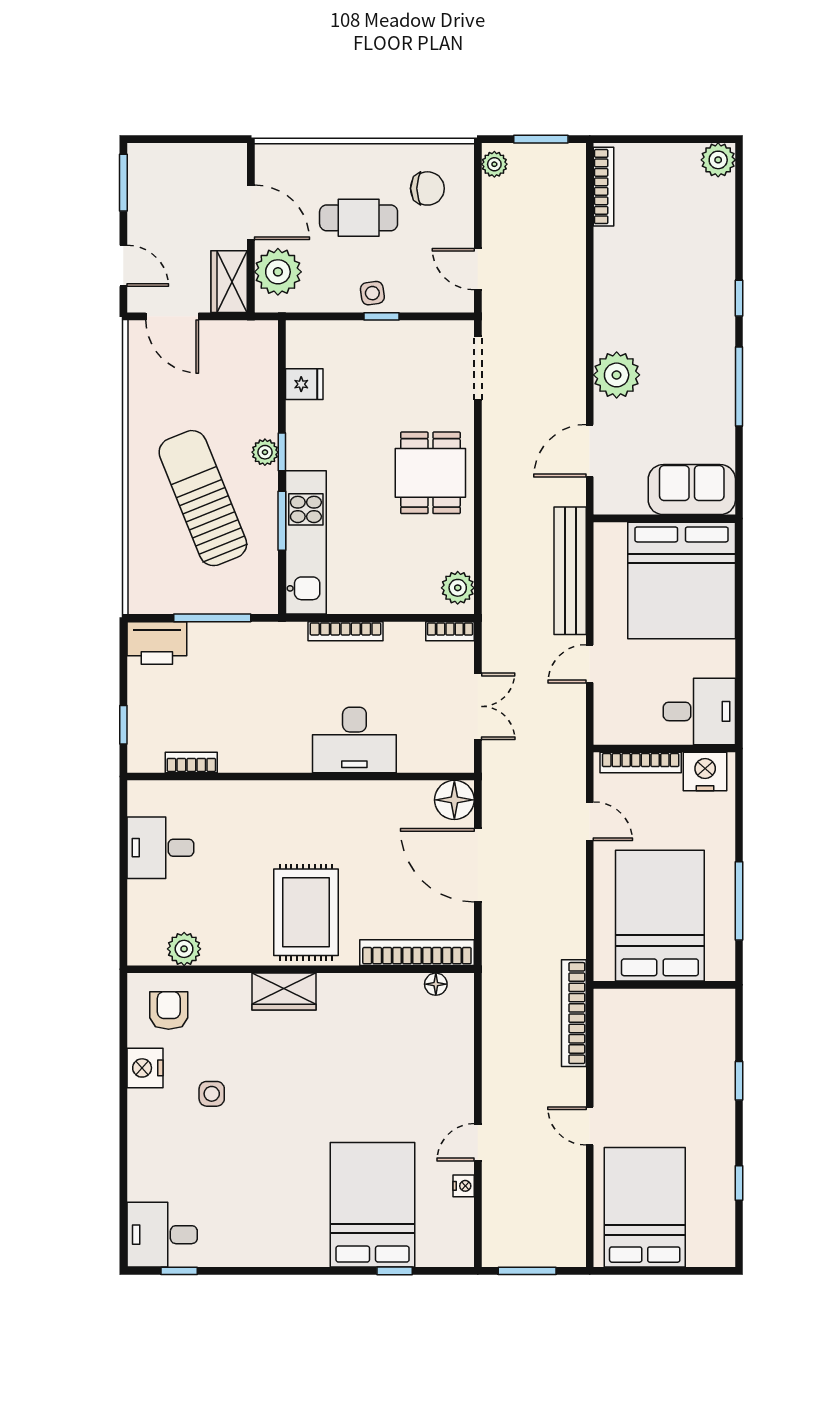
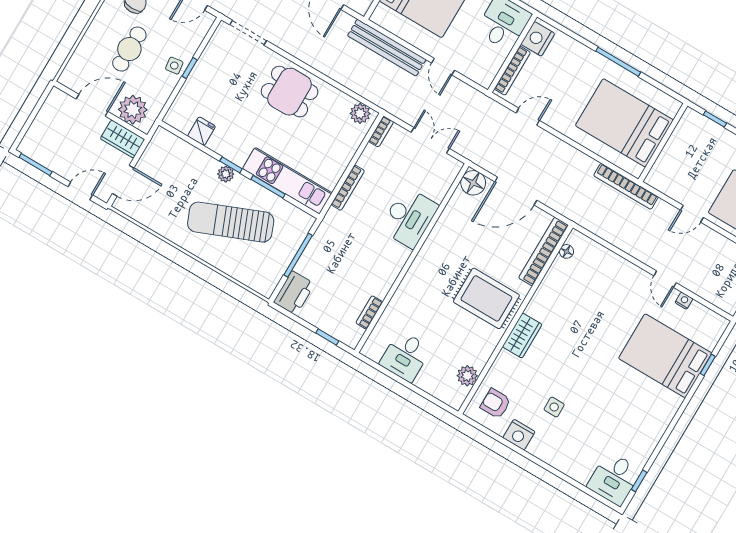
bed: (660, 916) -> (624, 123), moved
wall: (664, 985) -> (663, 142), moved

